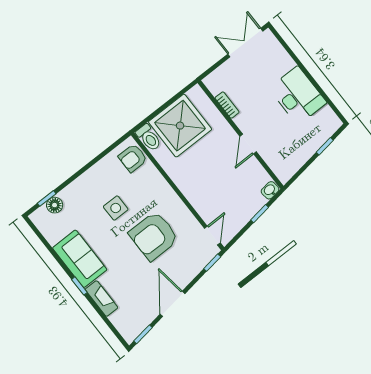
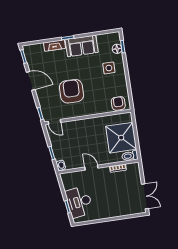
desk: (298, 96) -> (79, 202), moved, turned 82
toilet: (149, 138) -> (130, 156), moved
side table: (116, 208) -> (109, 68), moved

